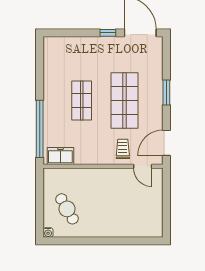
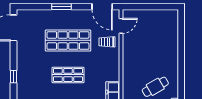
window: (108, 33) -> (14, 77), moved

